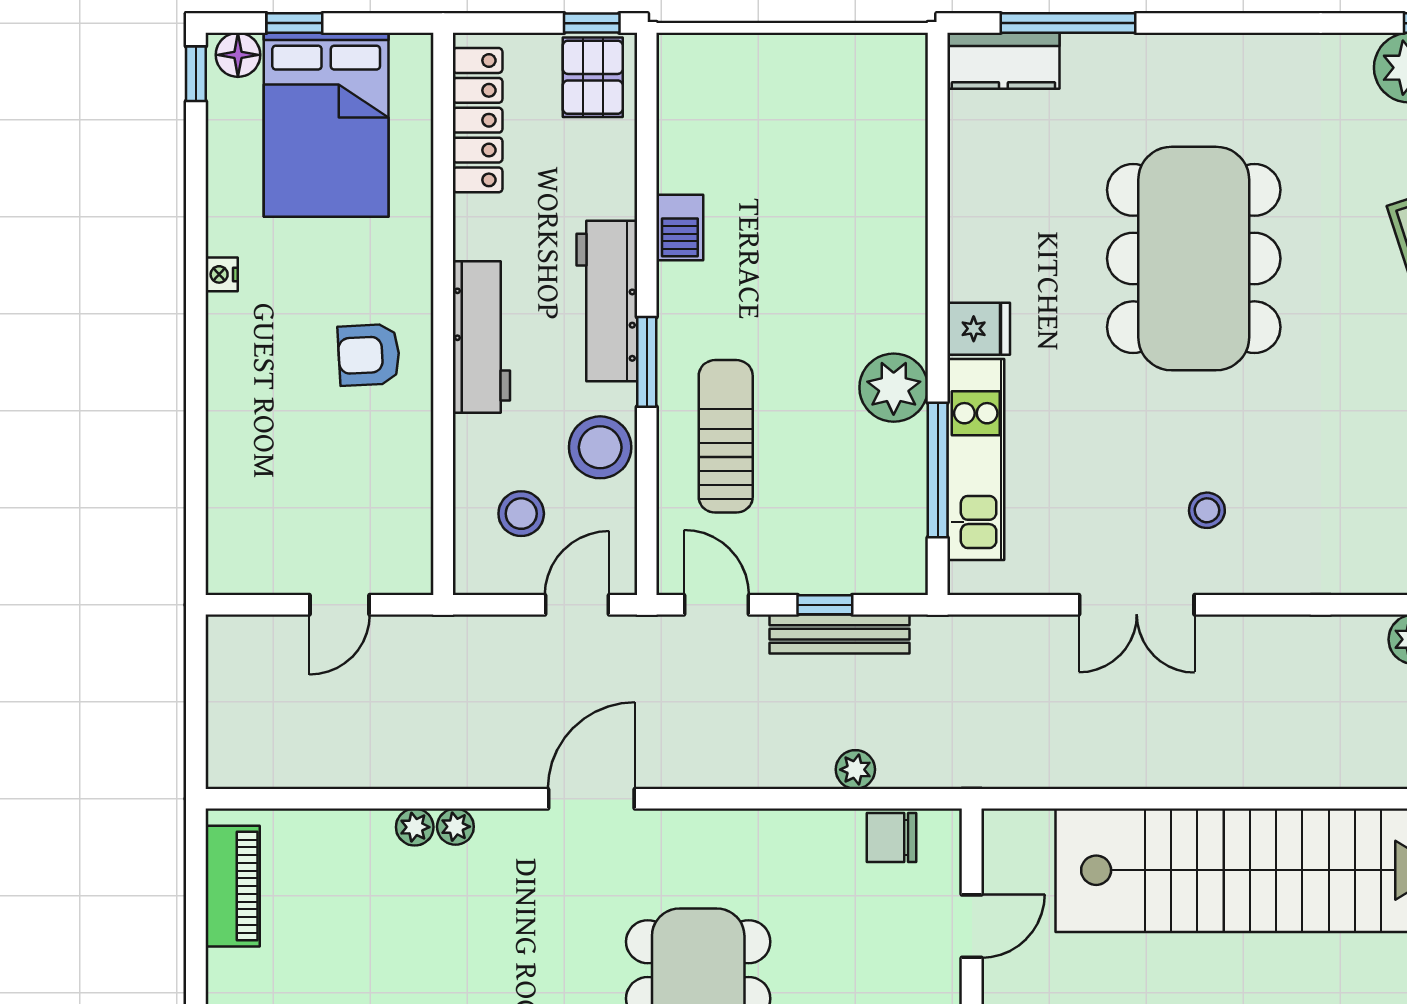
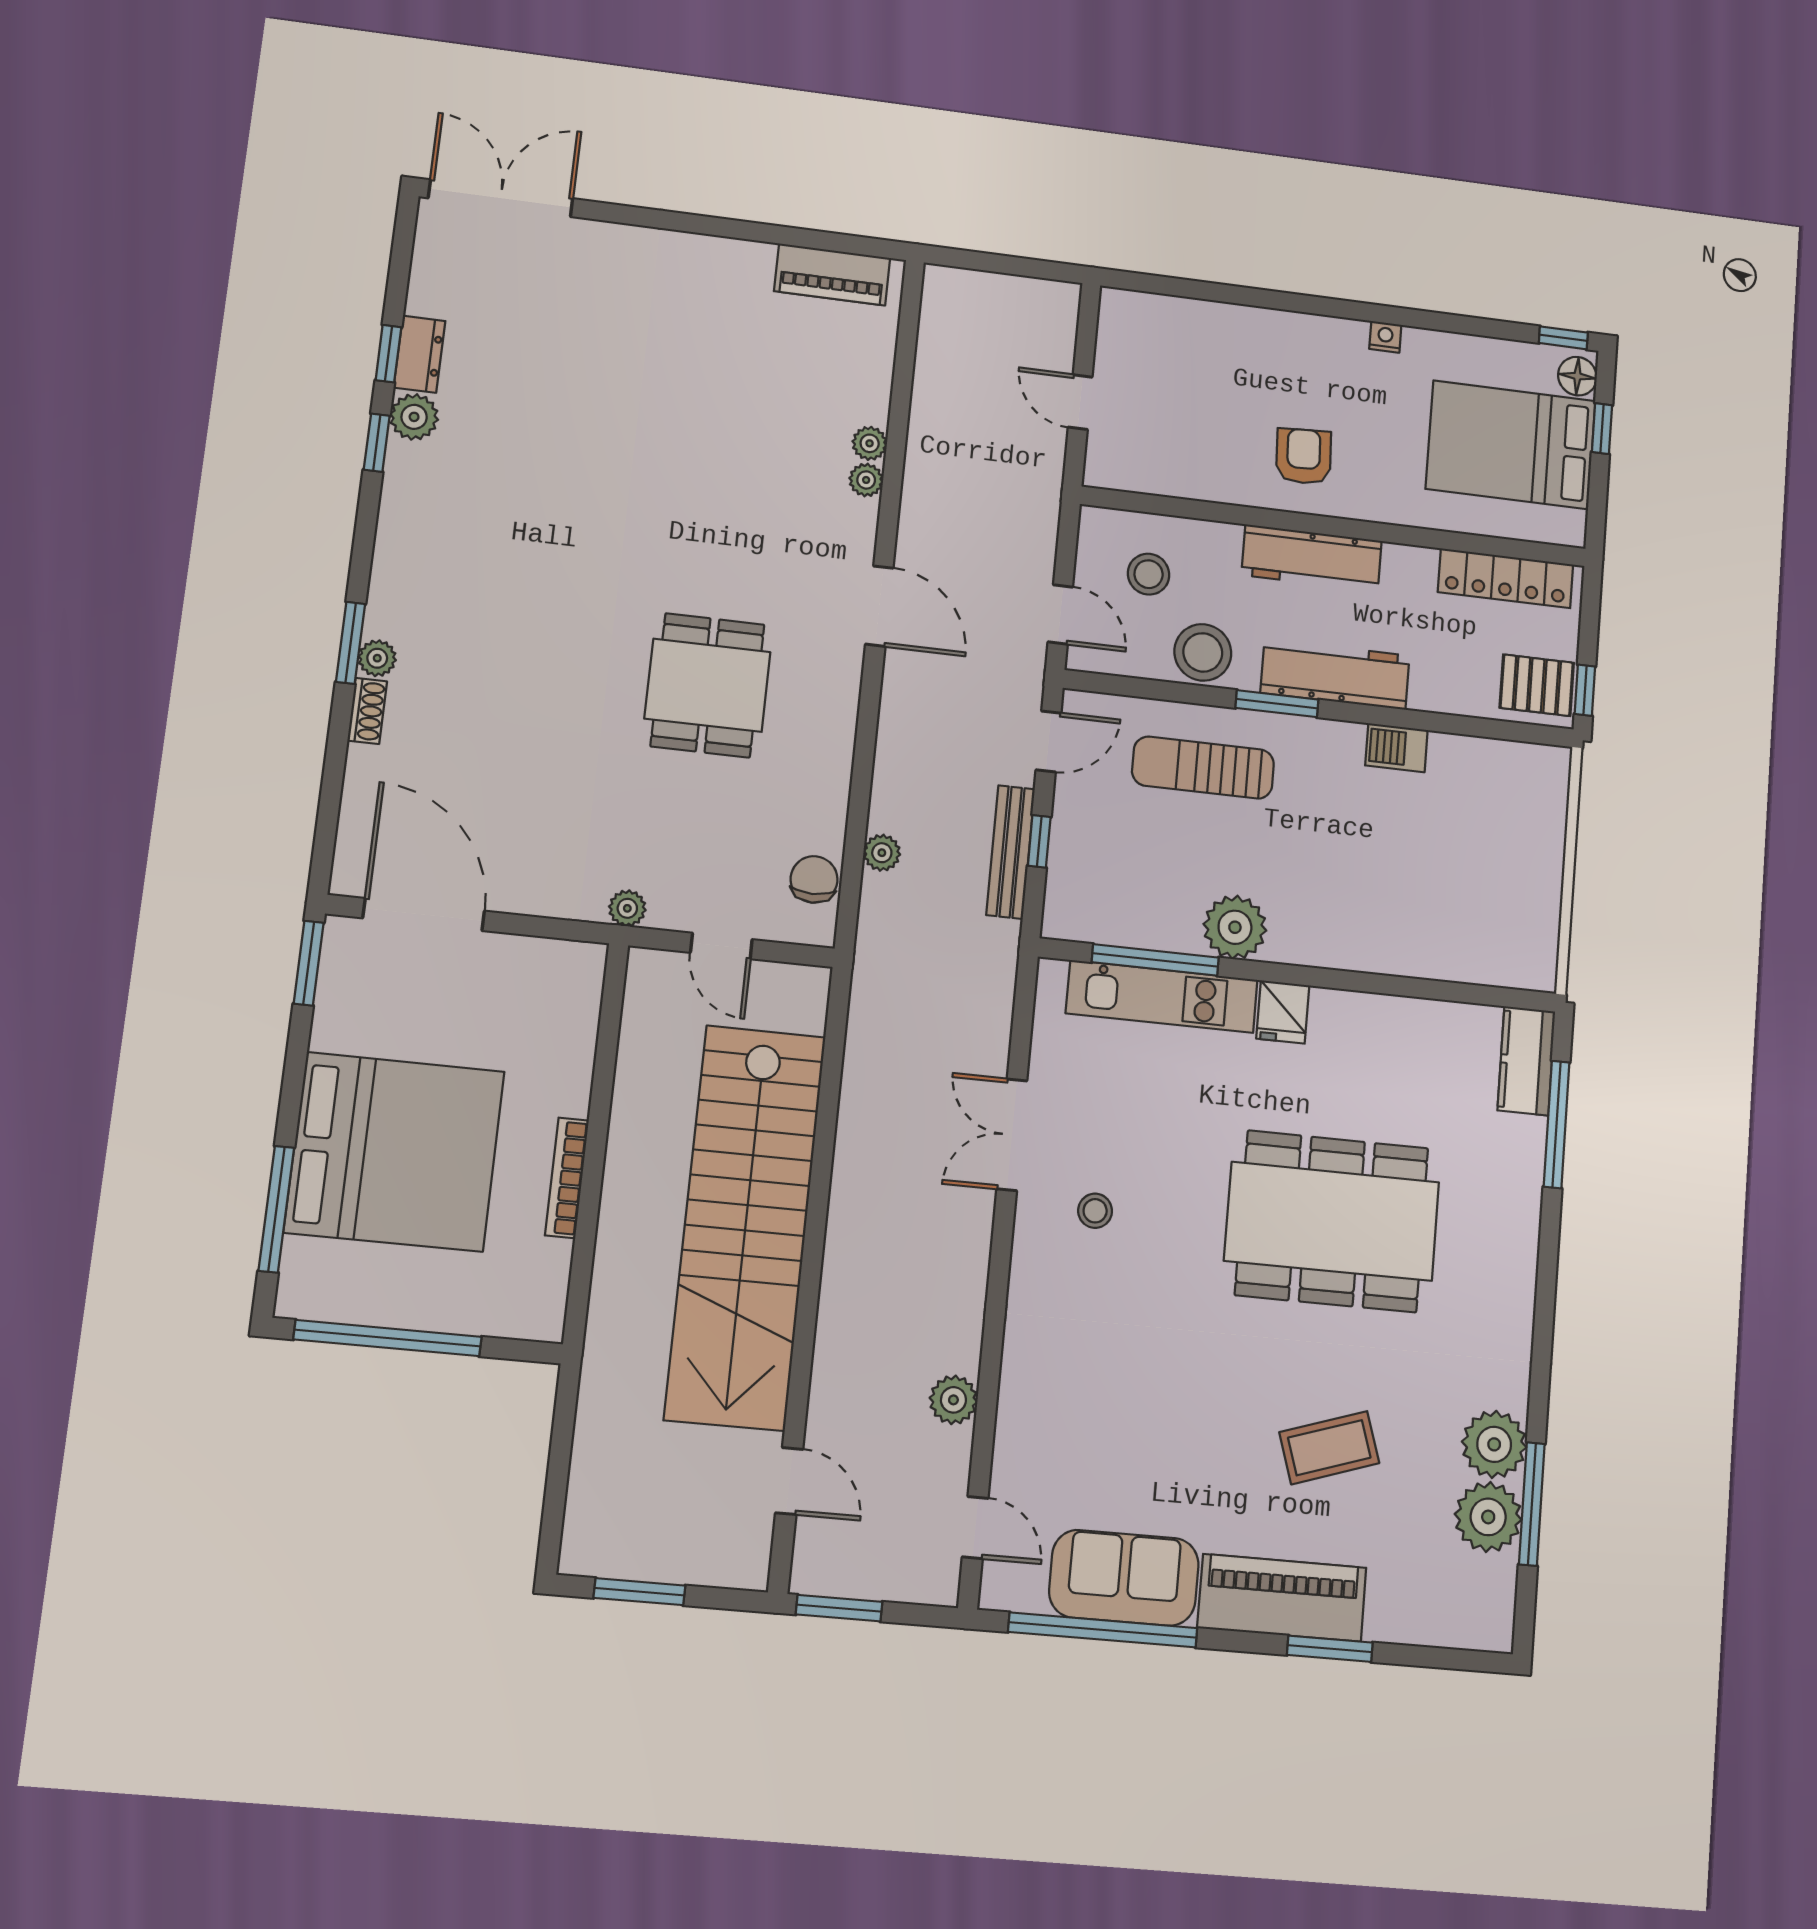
sun lounger: (726, 436) -> (1203, 768), turned 180

